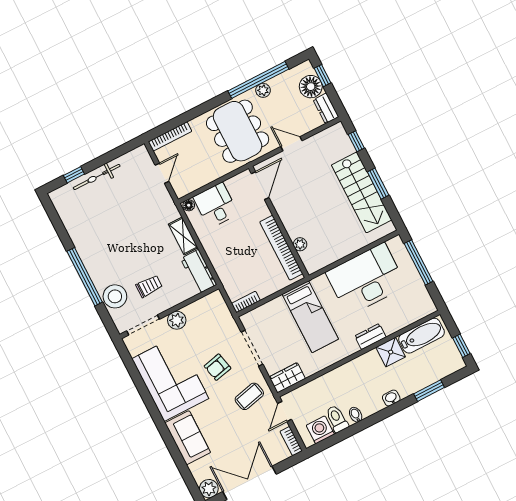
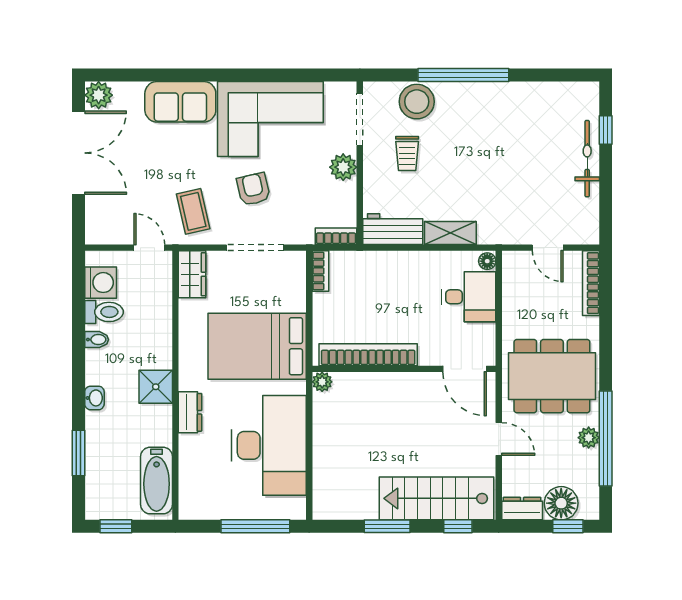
door: (291, 144) -> (499, 439), hinge flipped
stairs: (362, 192) -> (436, 498), moved
plant: (300, 244) -> (322, 382), moved
bed: (310, 317) -> (257, 346), width x1.50
shower: (391, 352) -> (156, 387), moved
bookcase: (291, 441) -> (336, 236), moved

